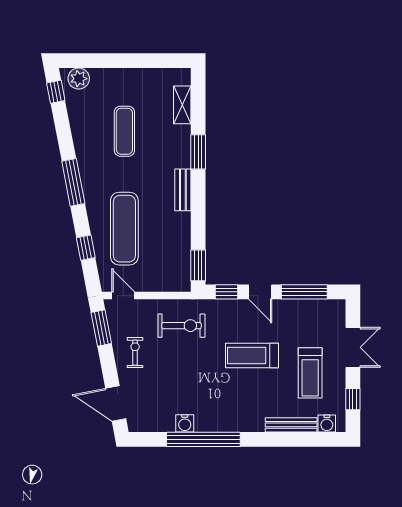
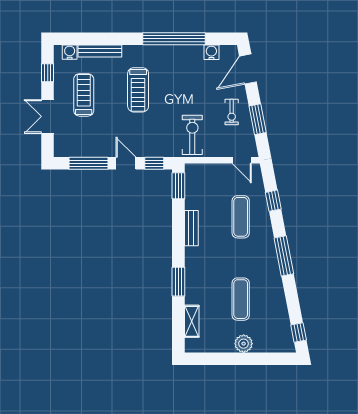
plant: (79, 79) -> (244, 344), moved
bench: (183, 190) -> (191, 228), moved
exercise mat: (124, 229) -> (241, 217), width x0.73, depth x0.69
exercise bike: (182, 326) -> (192, 135), turned 90
window: (101, 328) -> (258, 119), moved
treadmill: (252, 355) -> (138, 90), moved, turned 90
door: (116, 403) -> (248, 69), swing flipped
water cooler: (185, 423) -> (211, 52), moved

